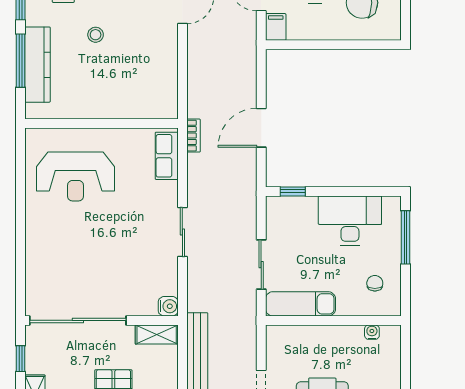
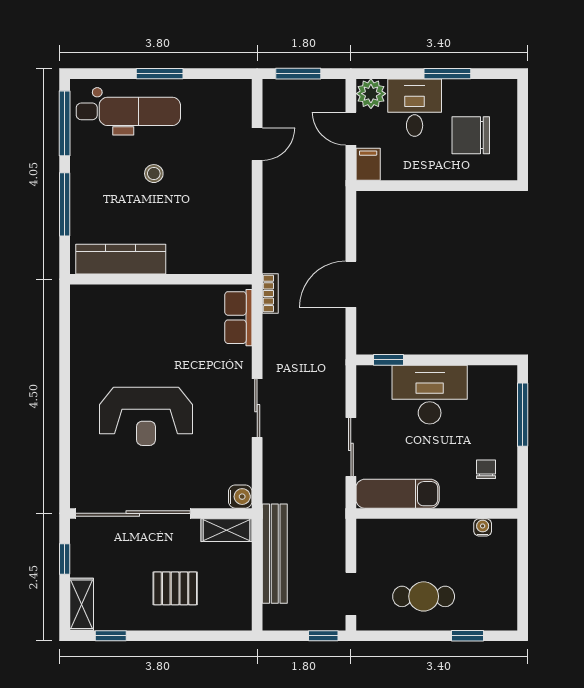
kitchen counter: (37, 65) -> (121, 259), moved, turned -90
reception desk: (76, 177) -> (146, 416), moved
desk: (350, 221) -> (430, 395), moved

